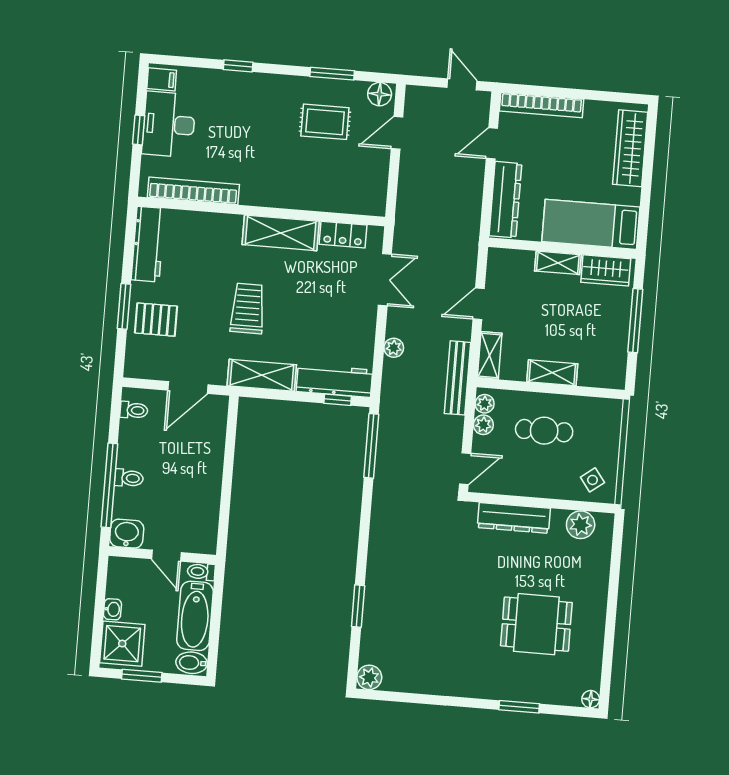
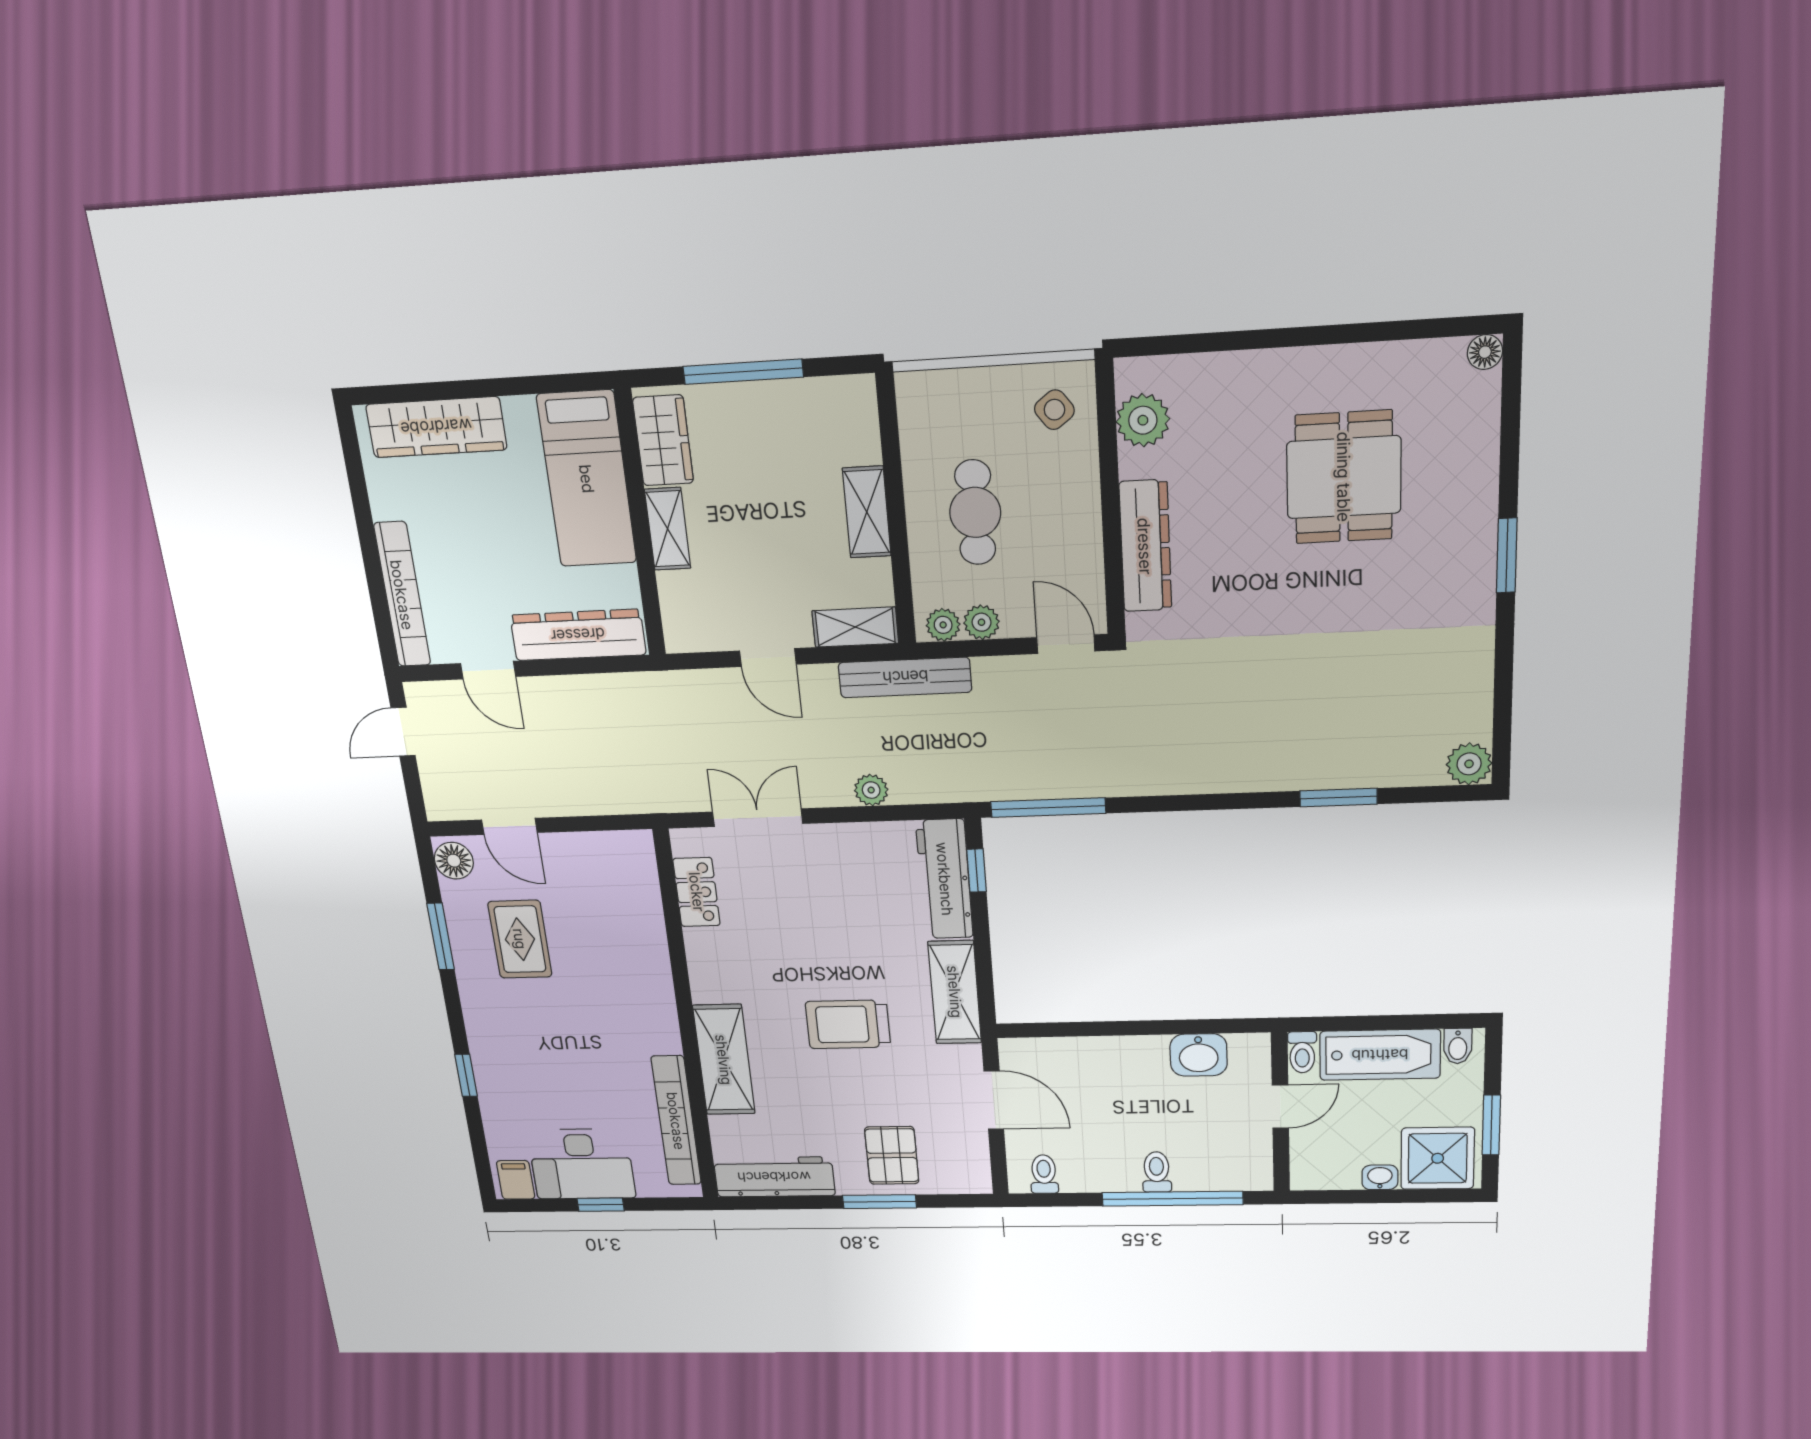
shelving: (281, 233) -> (724, 1060), moved
washbasin: (127, 534) -> (1199, 1055), moved, turned -90
bidet: (192, 663) -> (1458, 1046), width x0.72, depth x0.74
window: (519, 707) -> (1507, 555), moved

